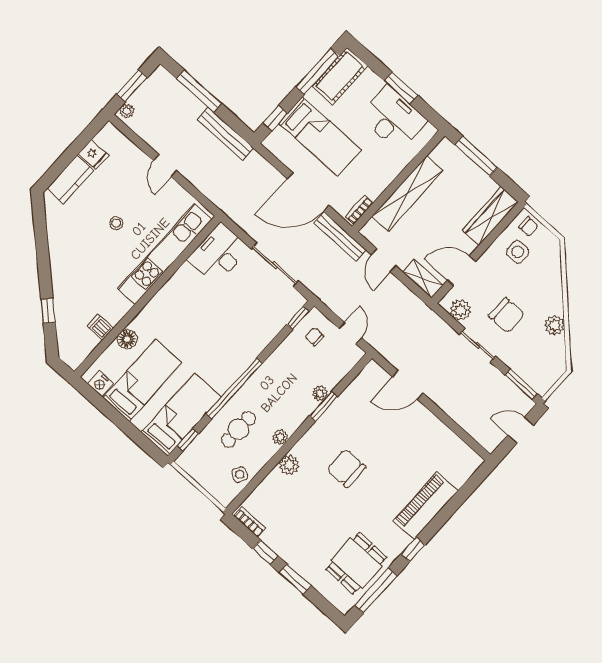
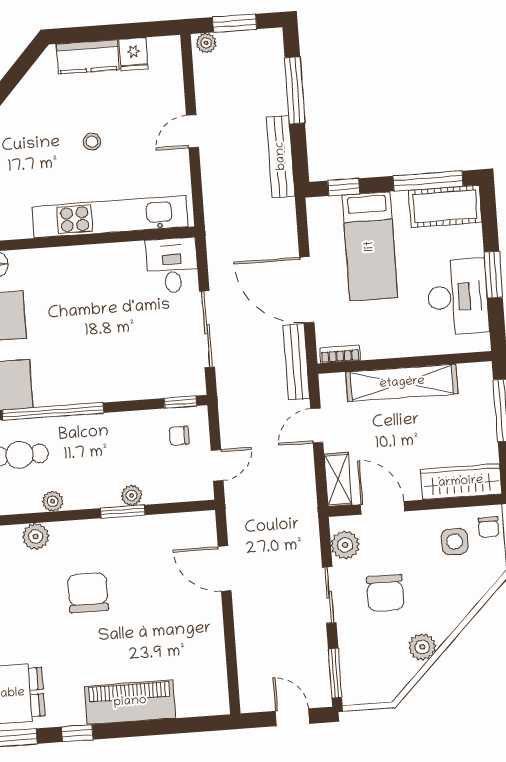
desk: (218, 254) -> (172, 265), width x0.73
chair: (315, 337) -> (179, 436), turned -90

